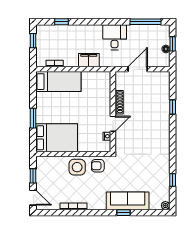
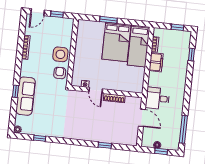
desk: (115, 37) -> (157, 98), moved, turned 180
filing cabinet: (89, 60) -> (156, 62), moved
bed: (57, 138) -> (116, 42), moved

